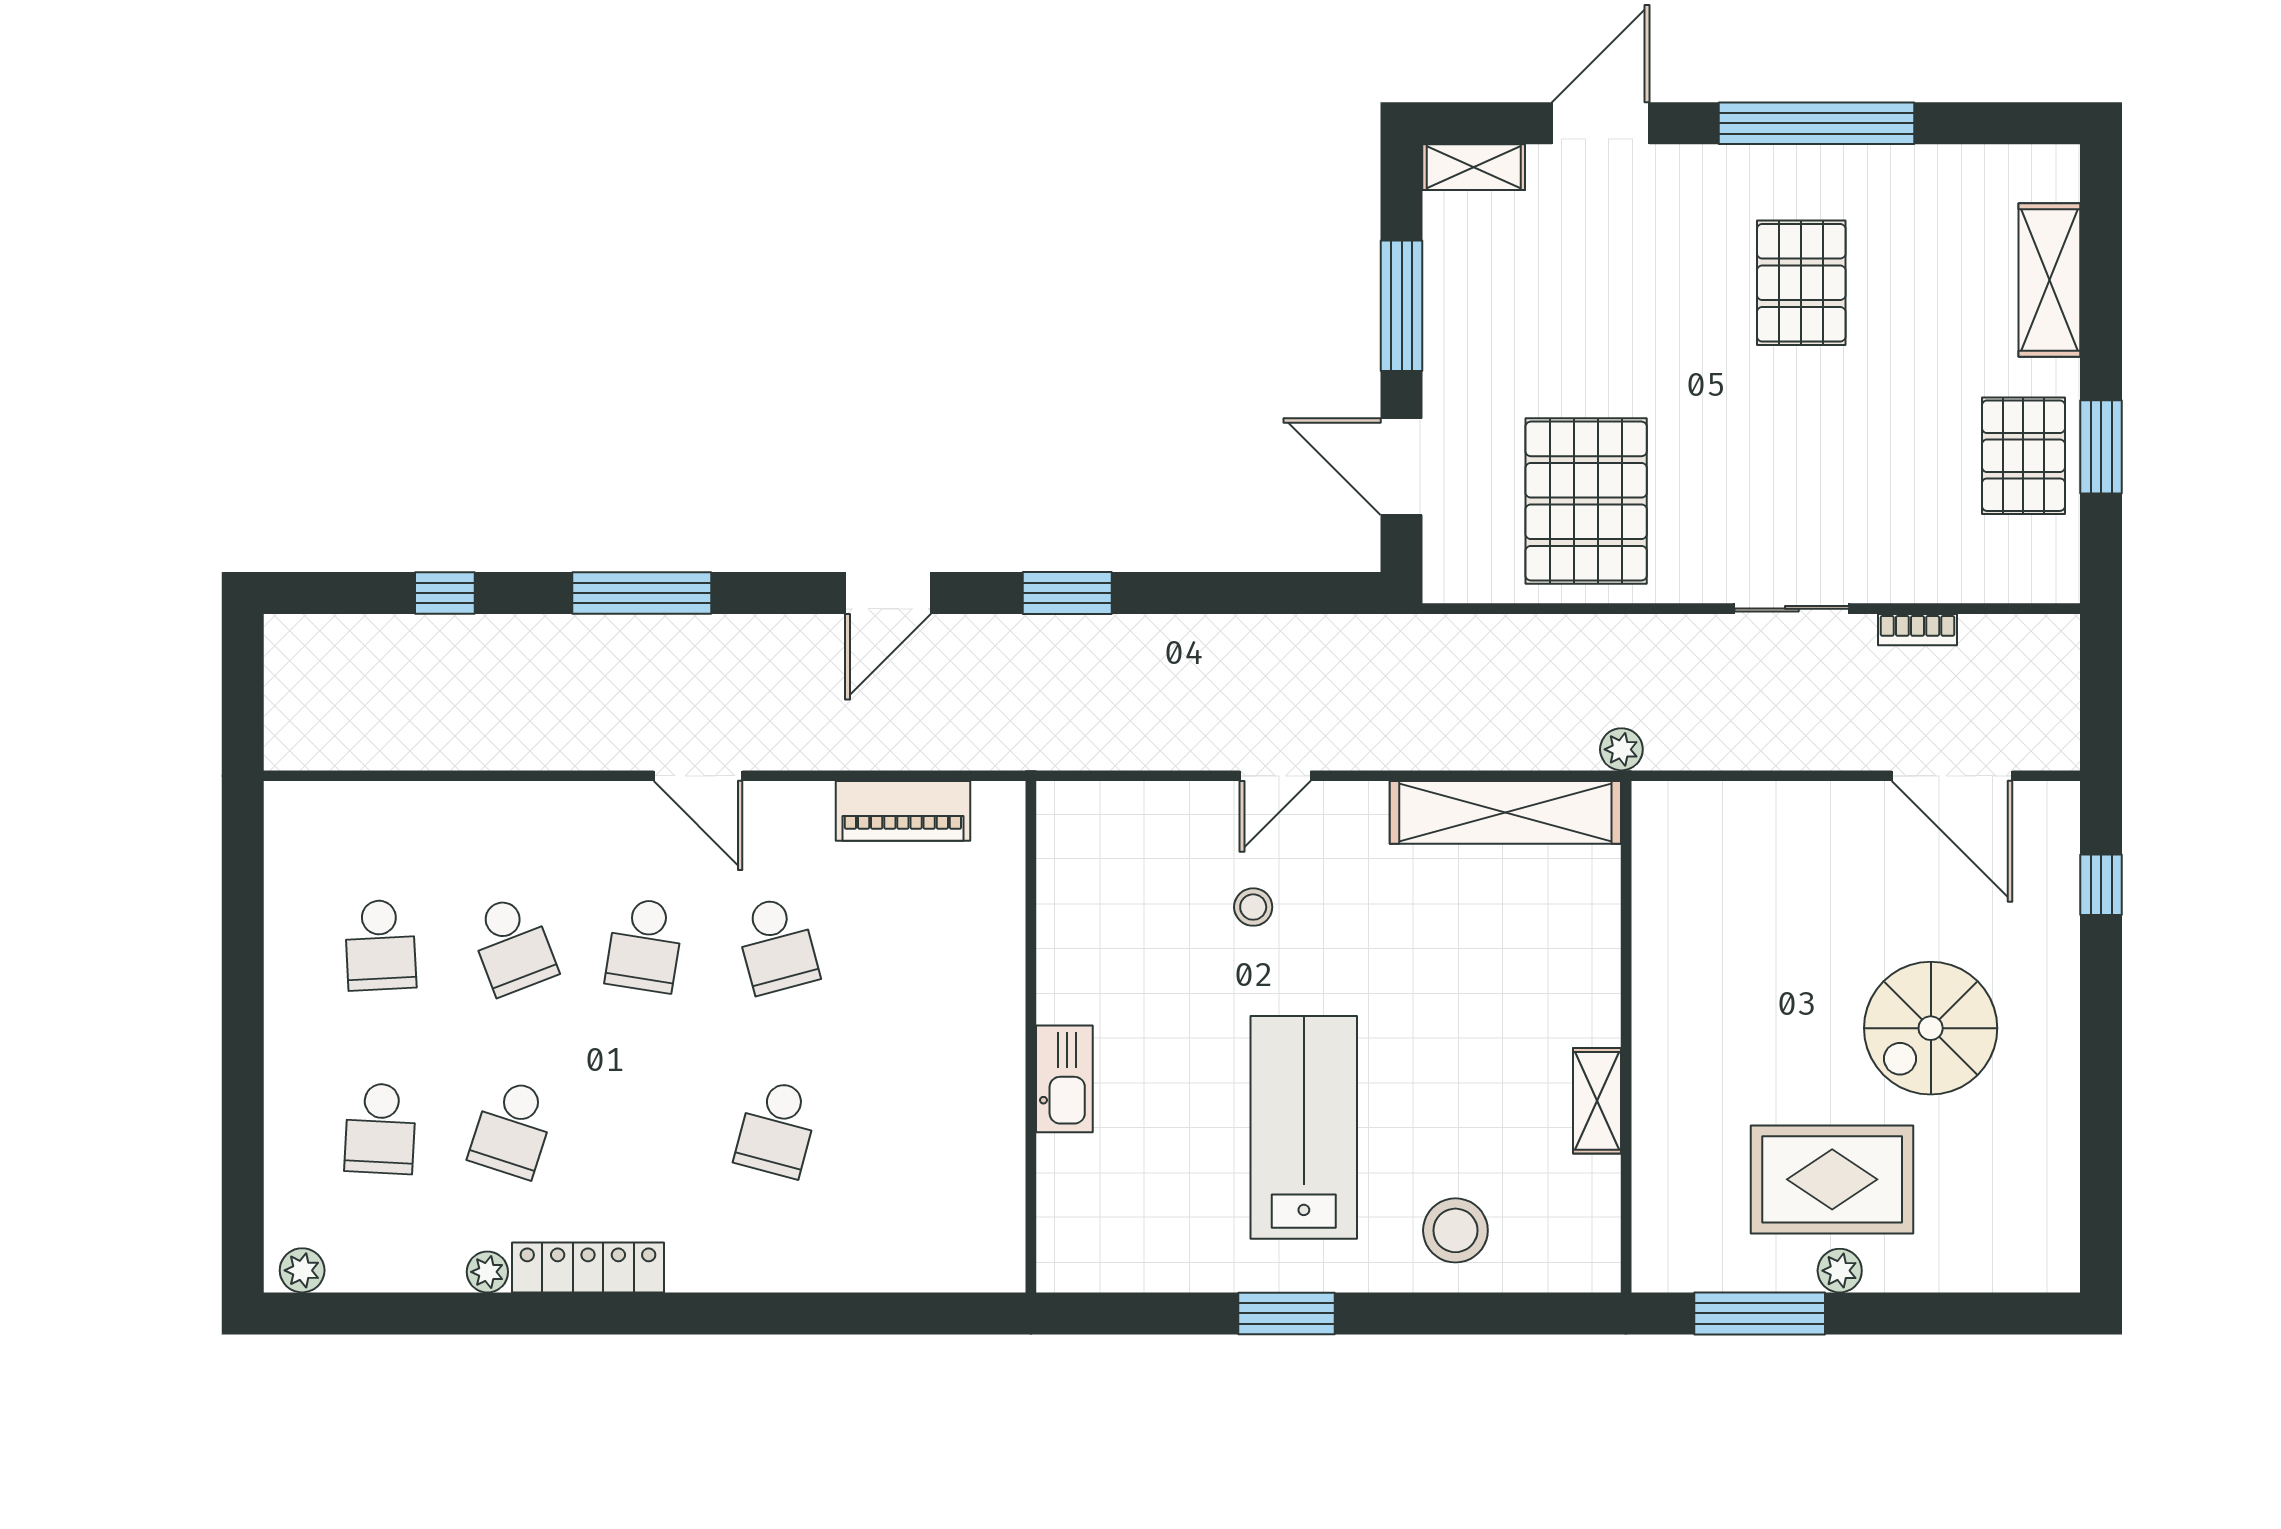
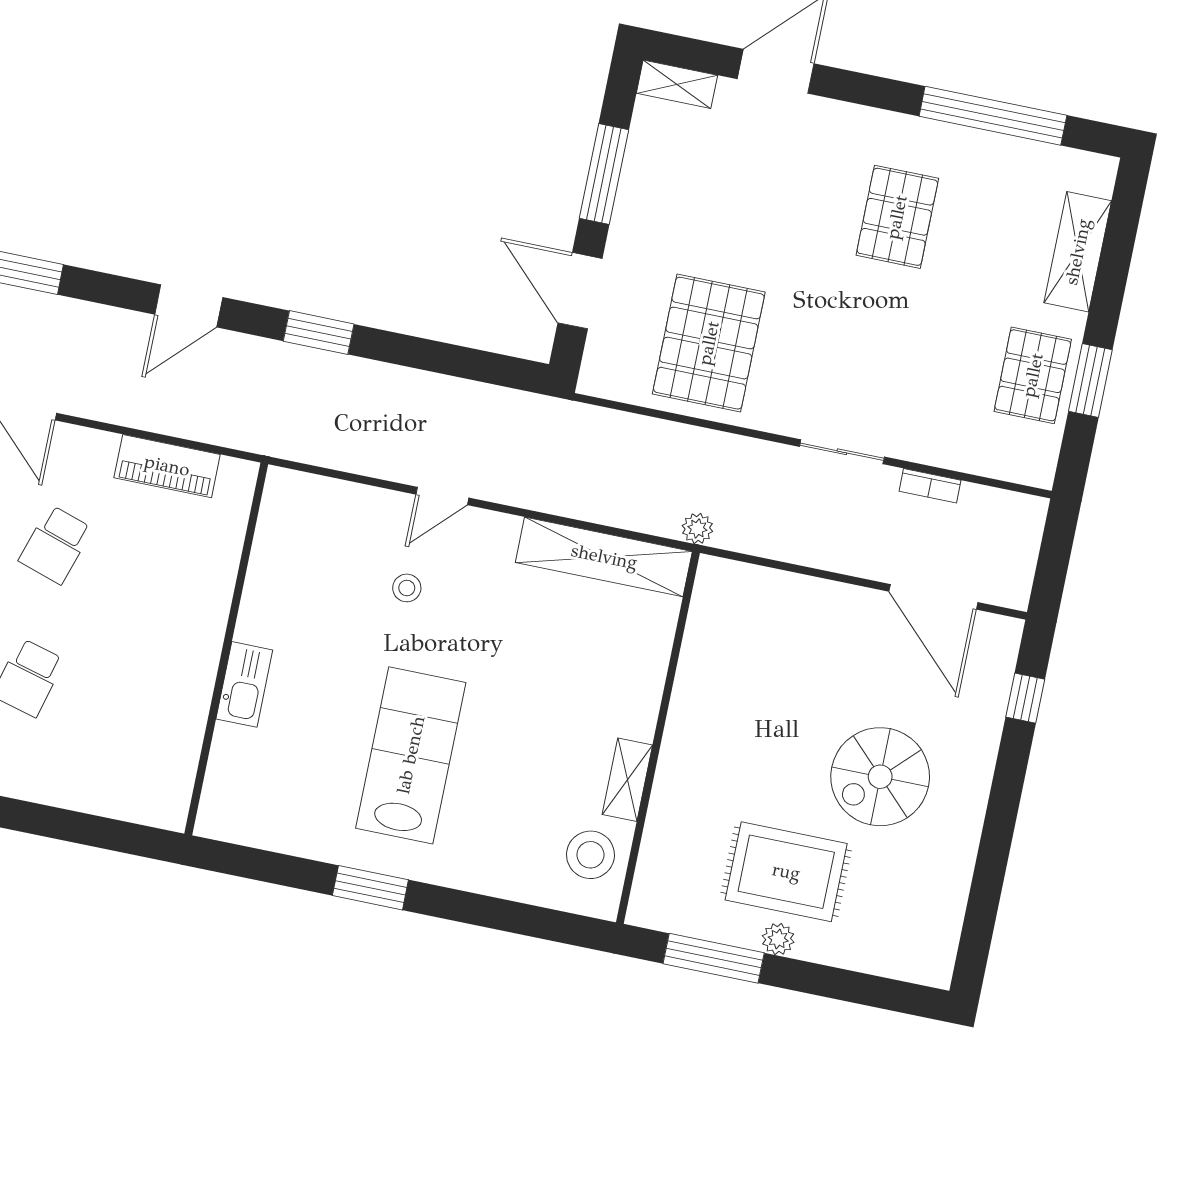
window: (1816, 123) -> (993, 116), moved
school desk: (777, 945) -> (56, 545), turned 33
stool: (1455, 1230) -> (590, 855), moved

